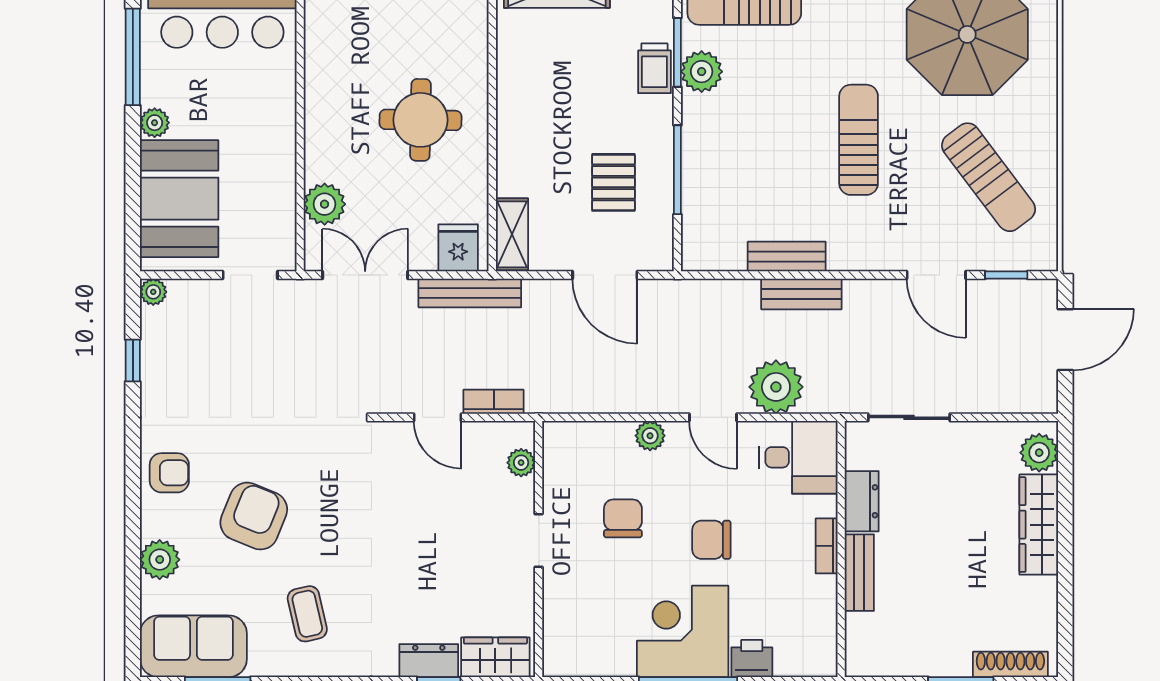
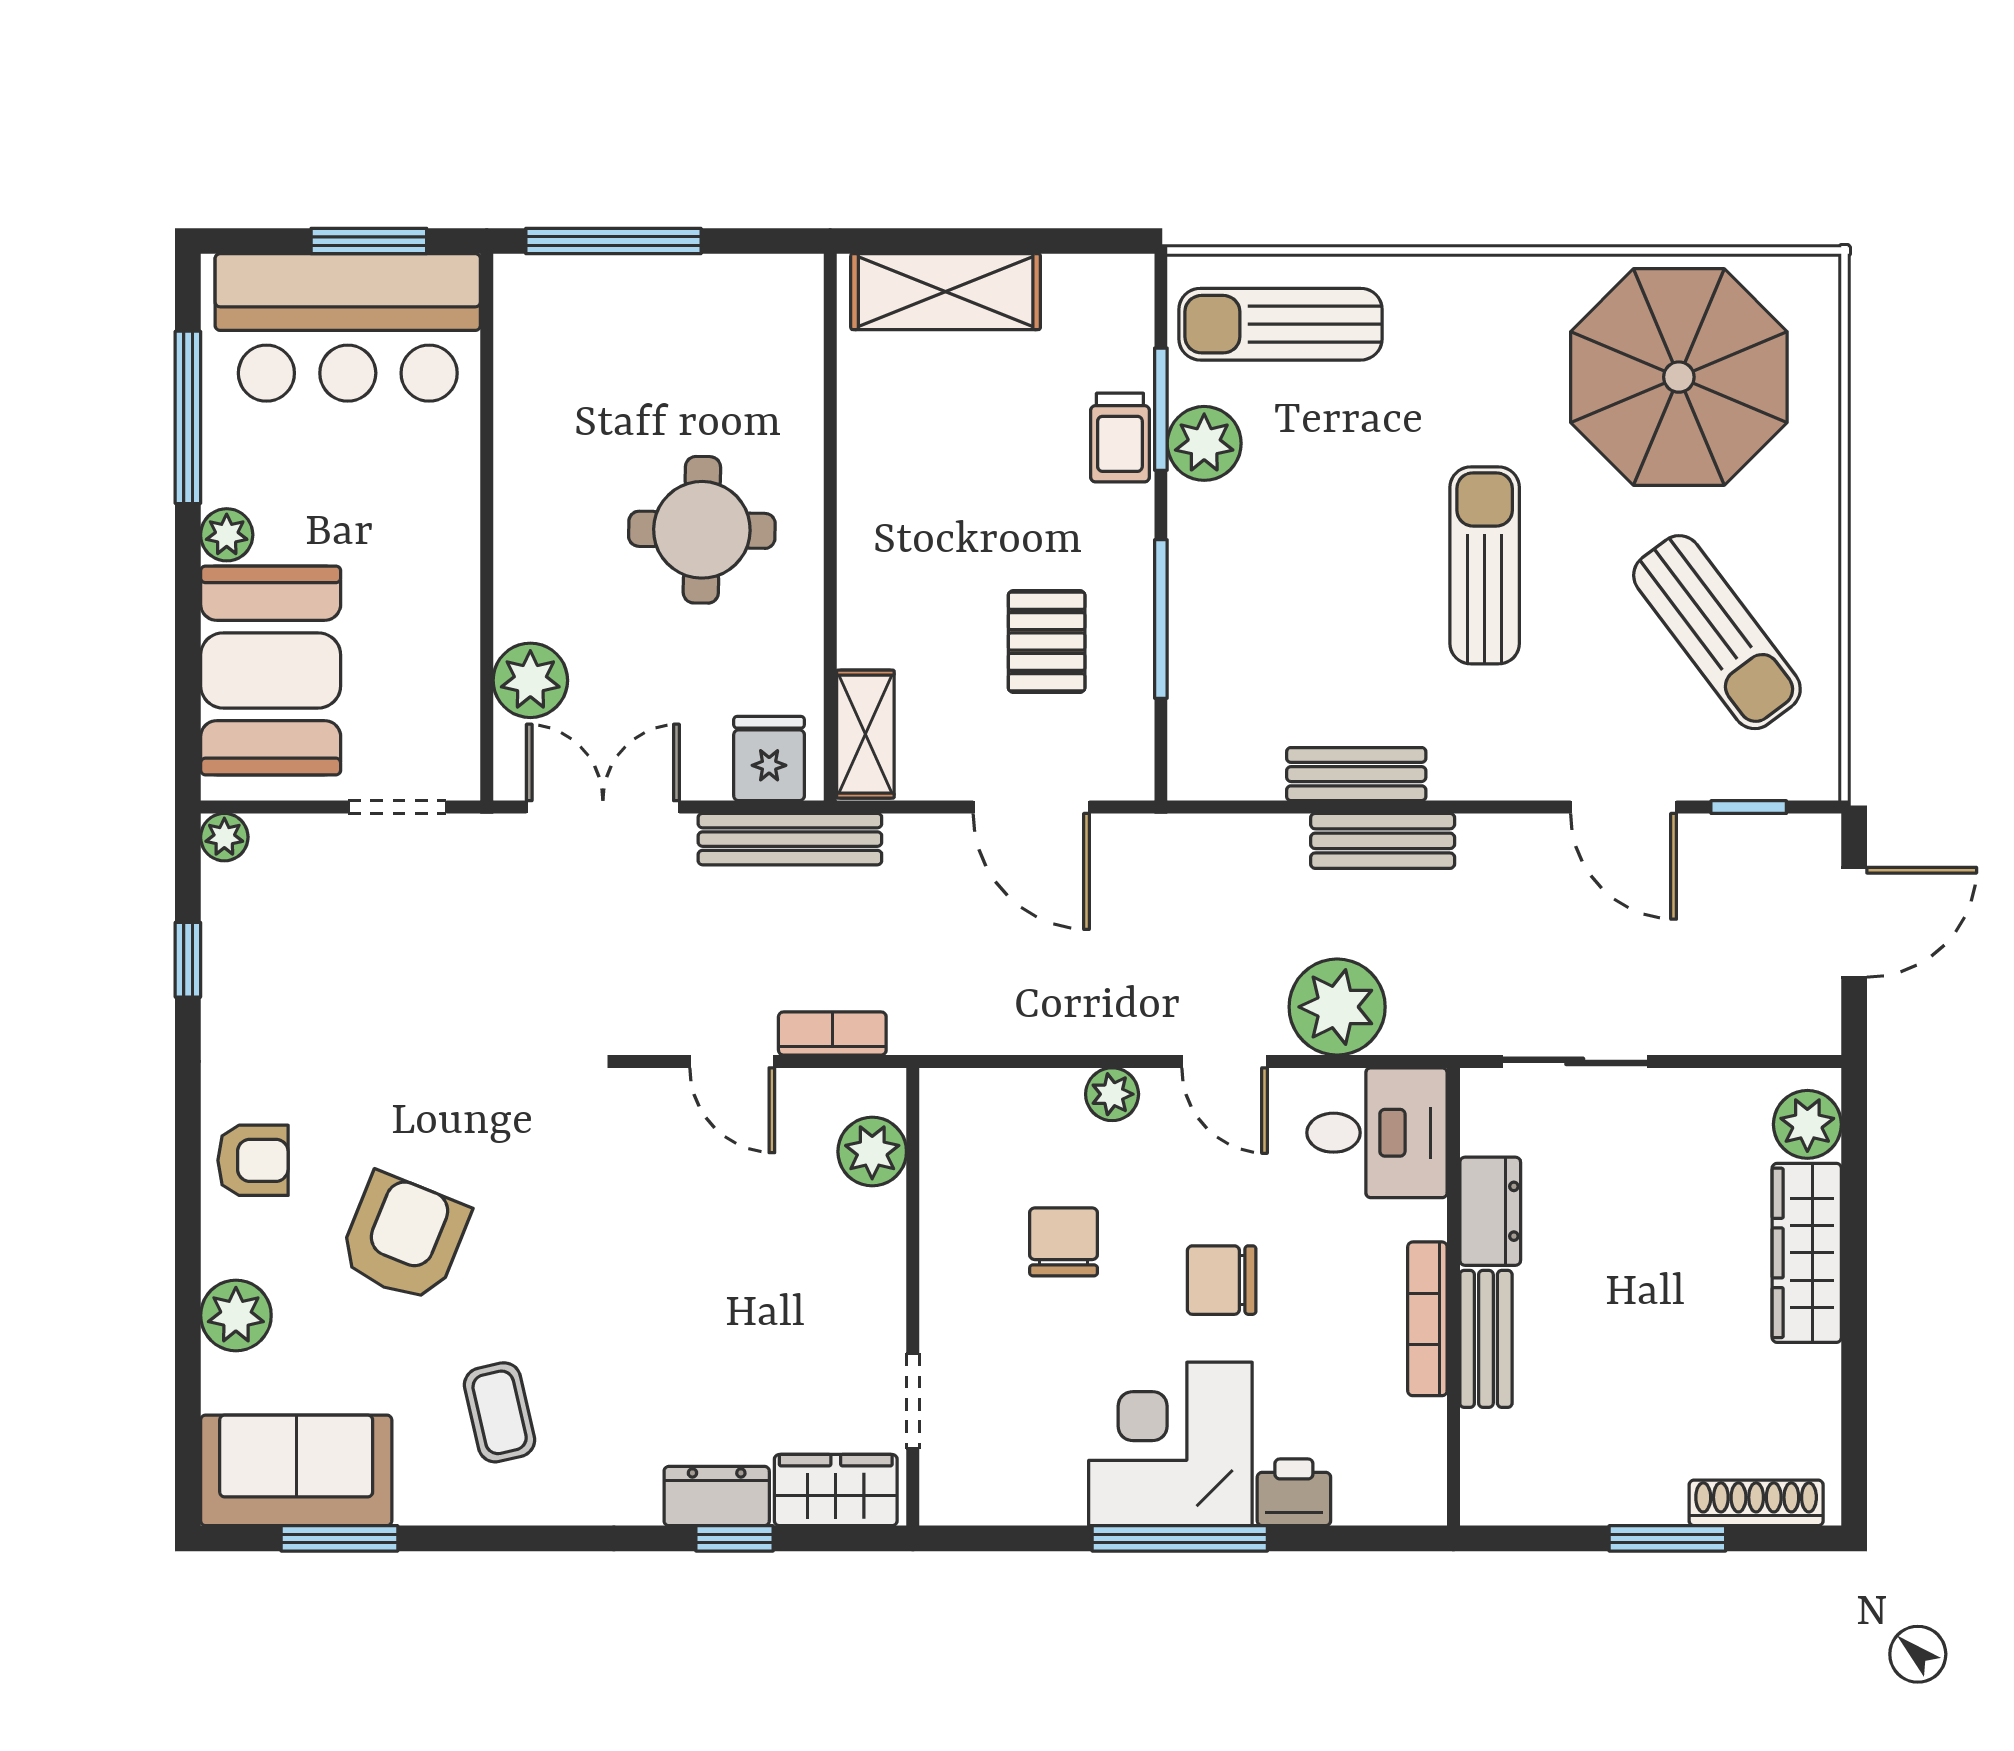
plant: (521, 463) -> (872, 1152), width x1.38, depth x1.38
doorway: (539, 541) -> (913, 1401), moved
bookcase: (827, 546) -> (1427, 1319), width x1.56

